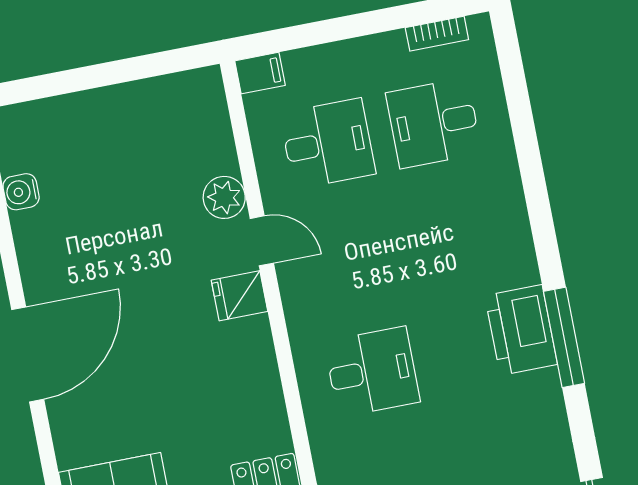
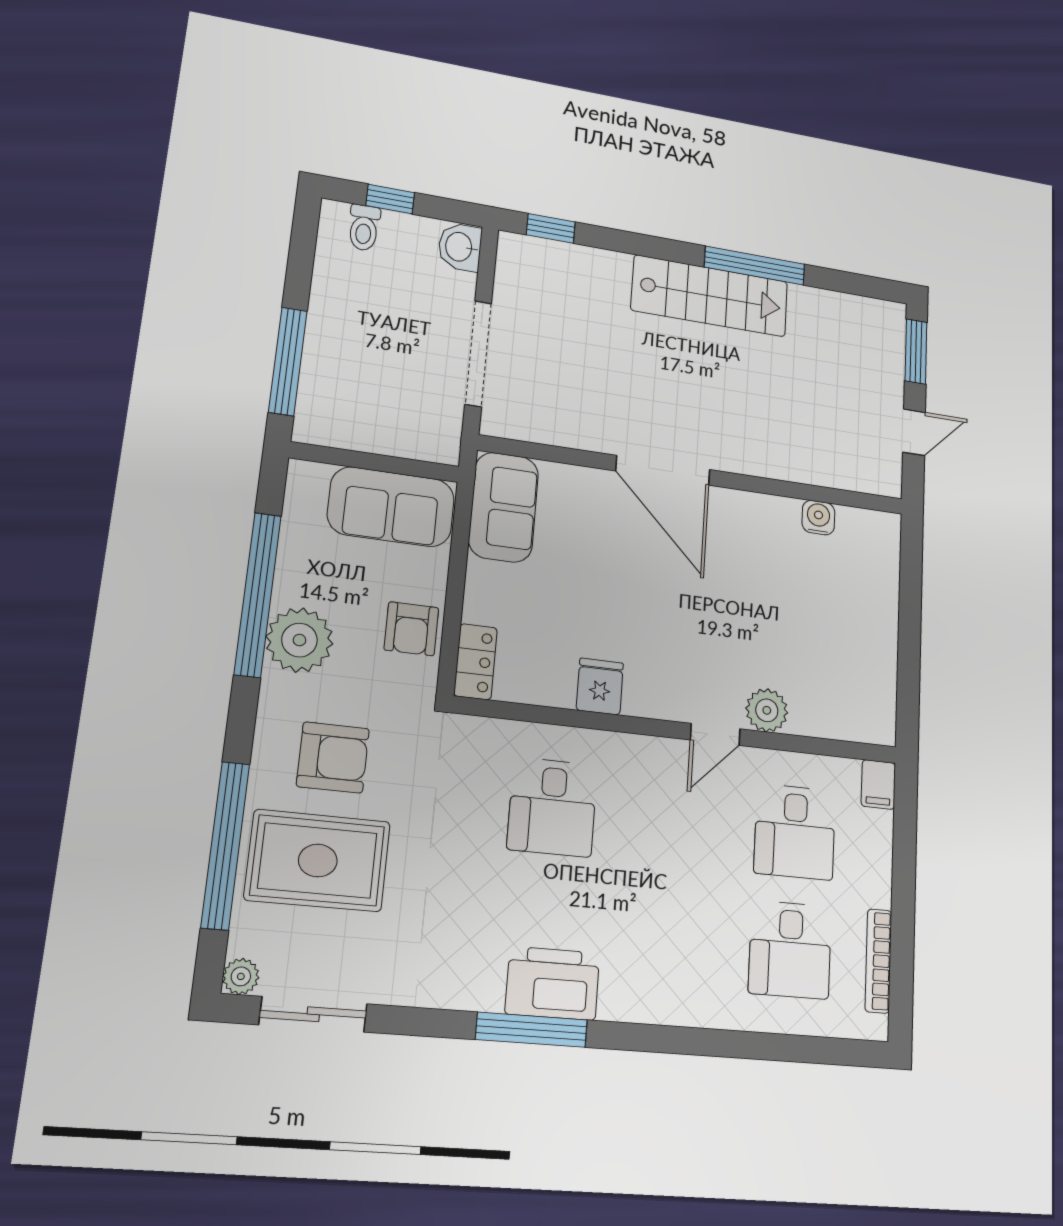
bookcase: (437, 34) -> (878, 961), width x1.56
desk: (434, 123) -> (790, 950), turned 180
fridge: (240, 296) -> (600, 686), moved

